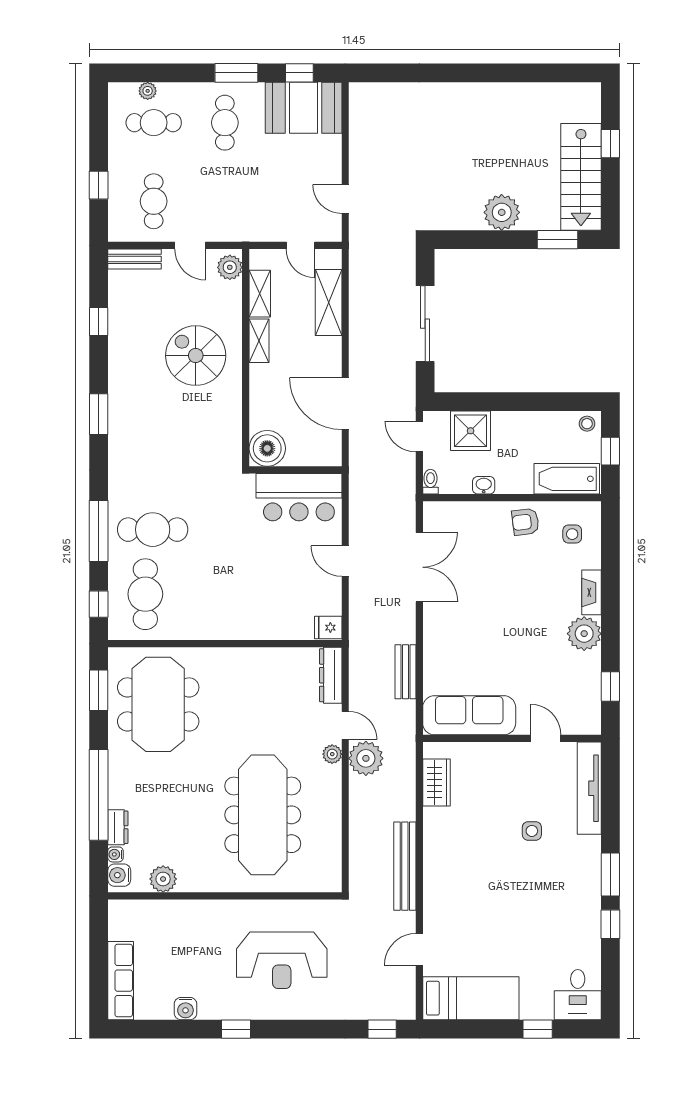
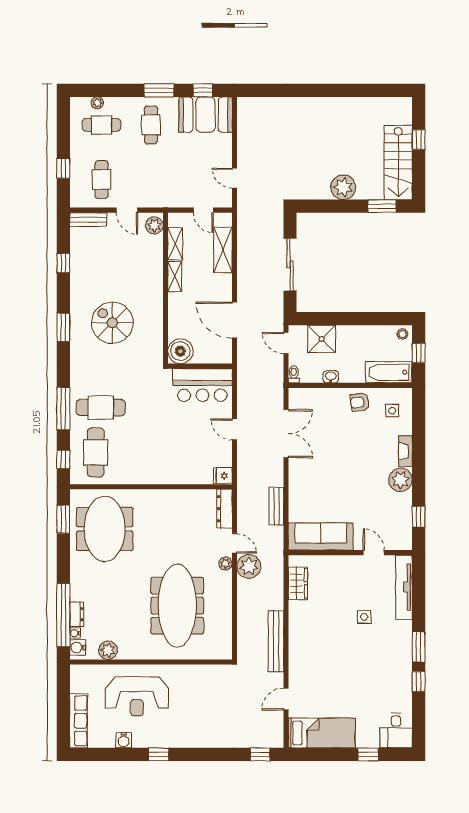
spiral stairs: (196, 356) -> (112, 323), moved
window: (99, 795) -> (63, 615), moved
reception desk: (282, 960) -> (137, 696), moved

